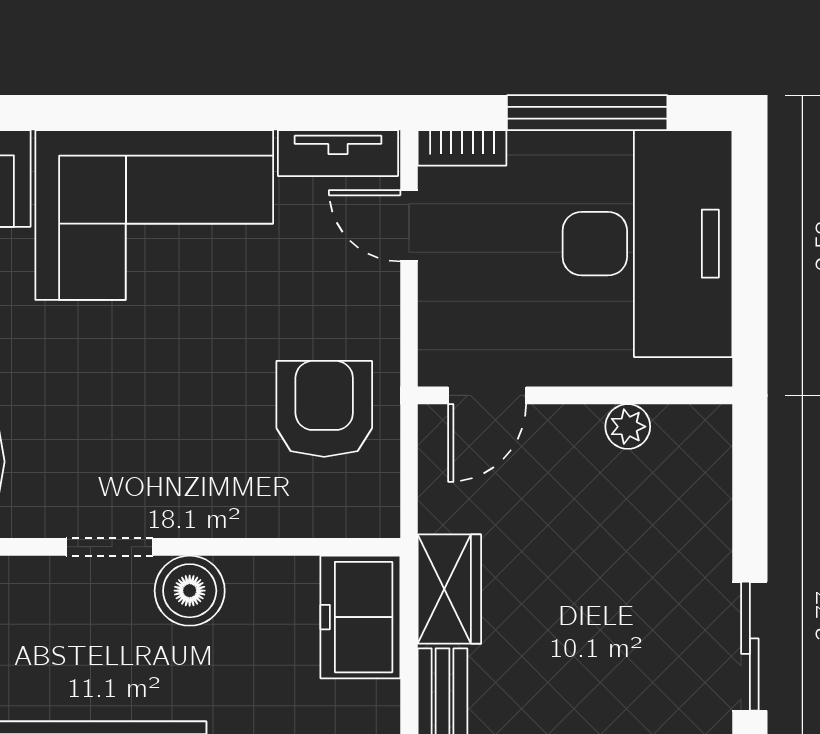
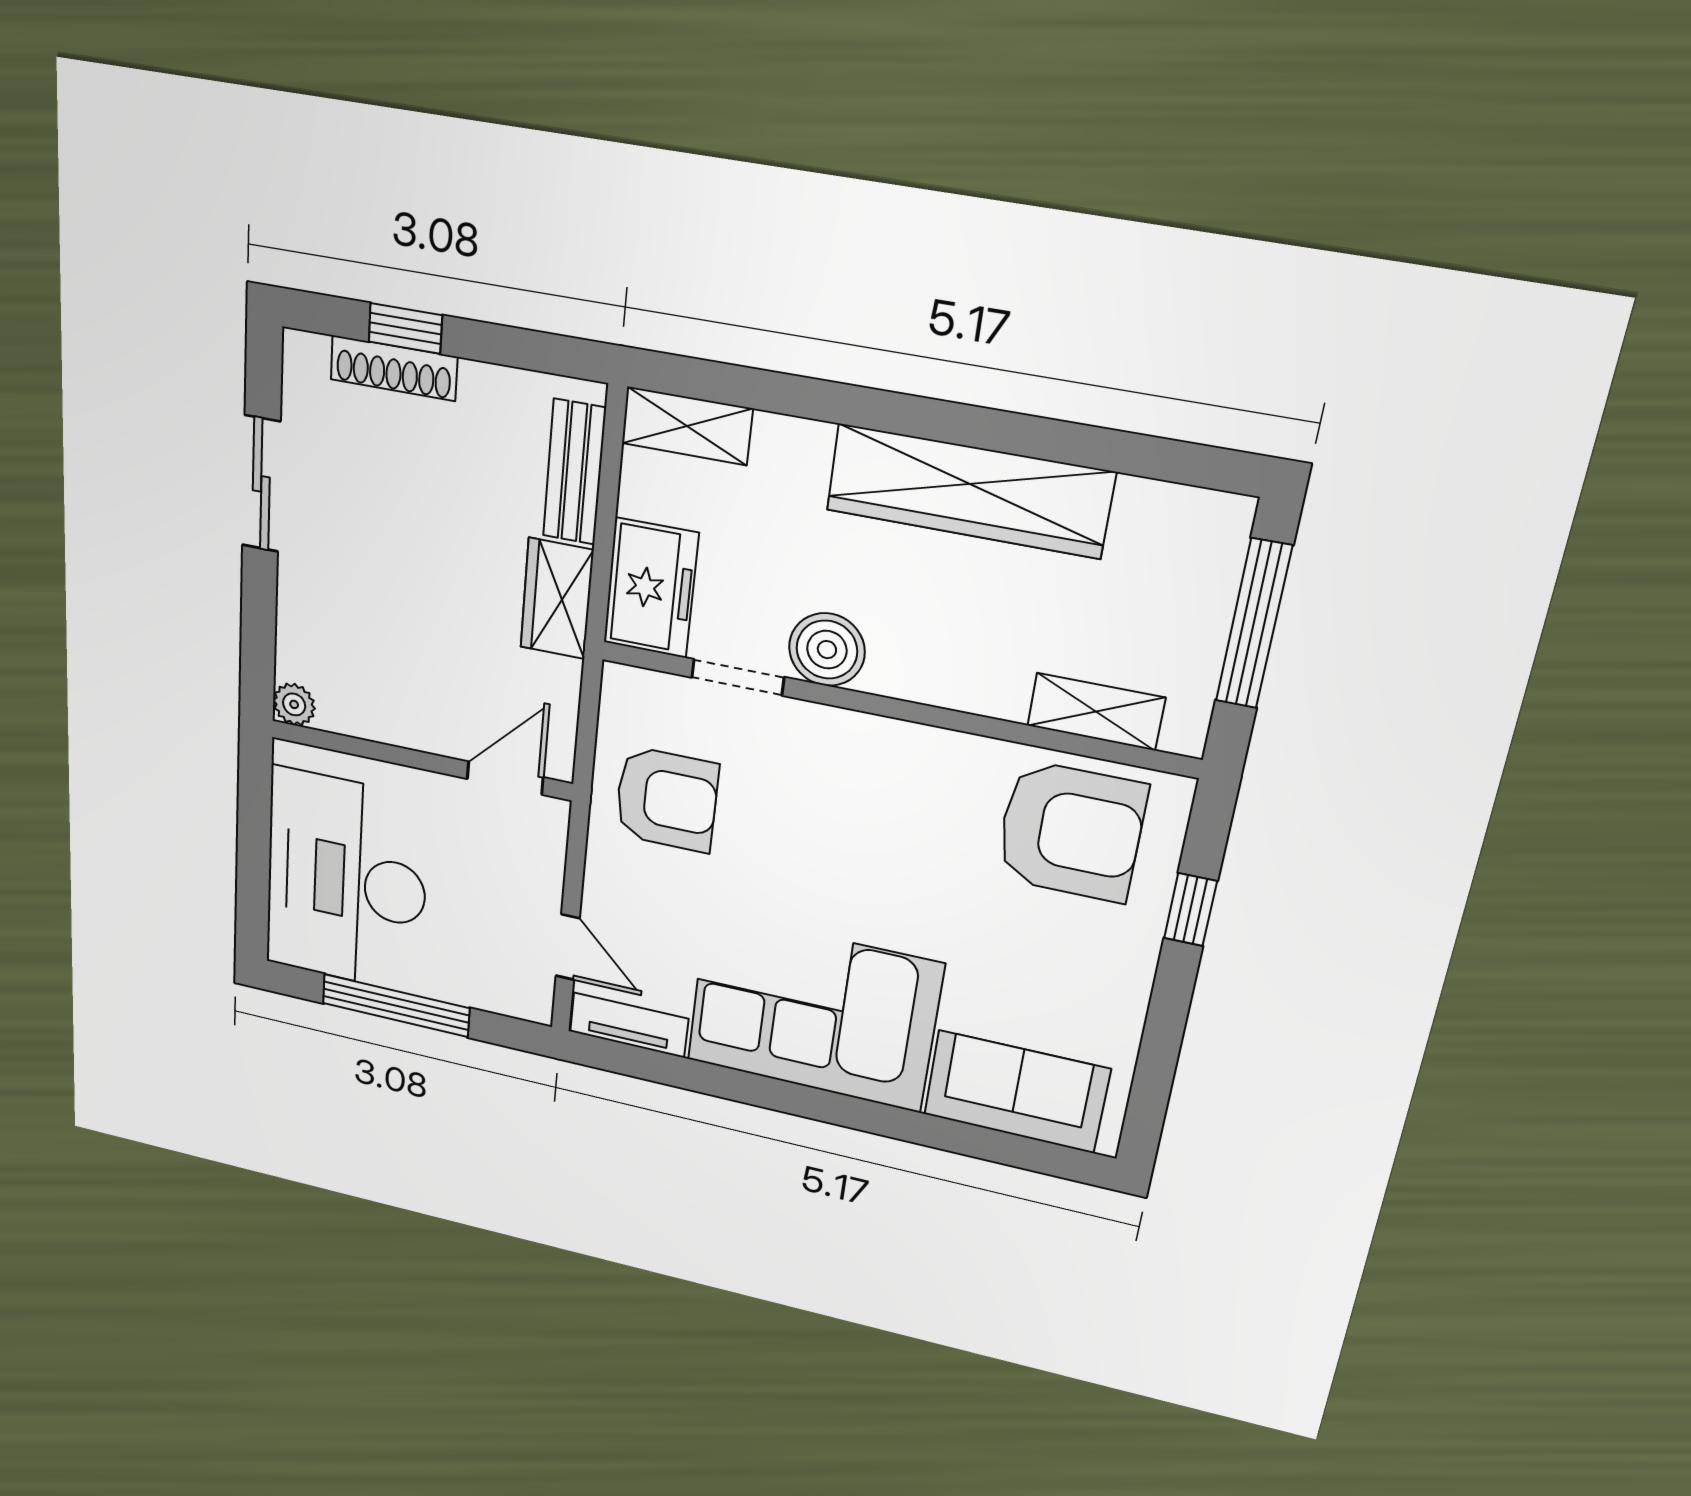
bookcase: (462, 148) -> (512, 1003), removed
armchair: (324, 409) -> (667, 799), turned -90
plant: (628, 427) -> (294, 704), moved
doorway: (109, 547) -> (738, 677), moved

